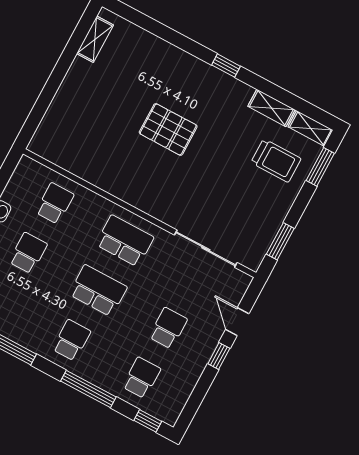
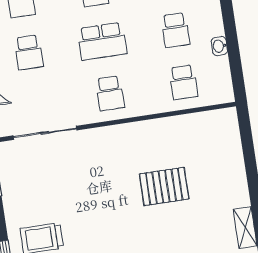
pallet: (168, 129) -> (164, 186), moved
school desk: (125, 241) -> (110, 93), width x0.54

